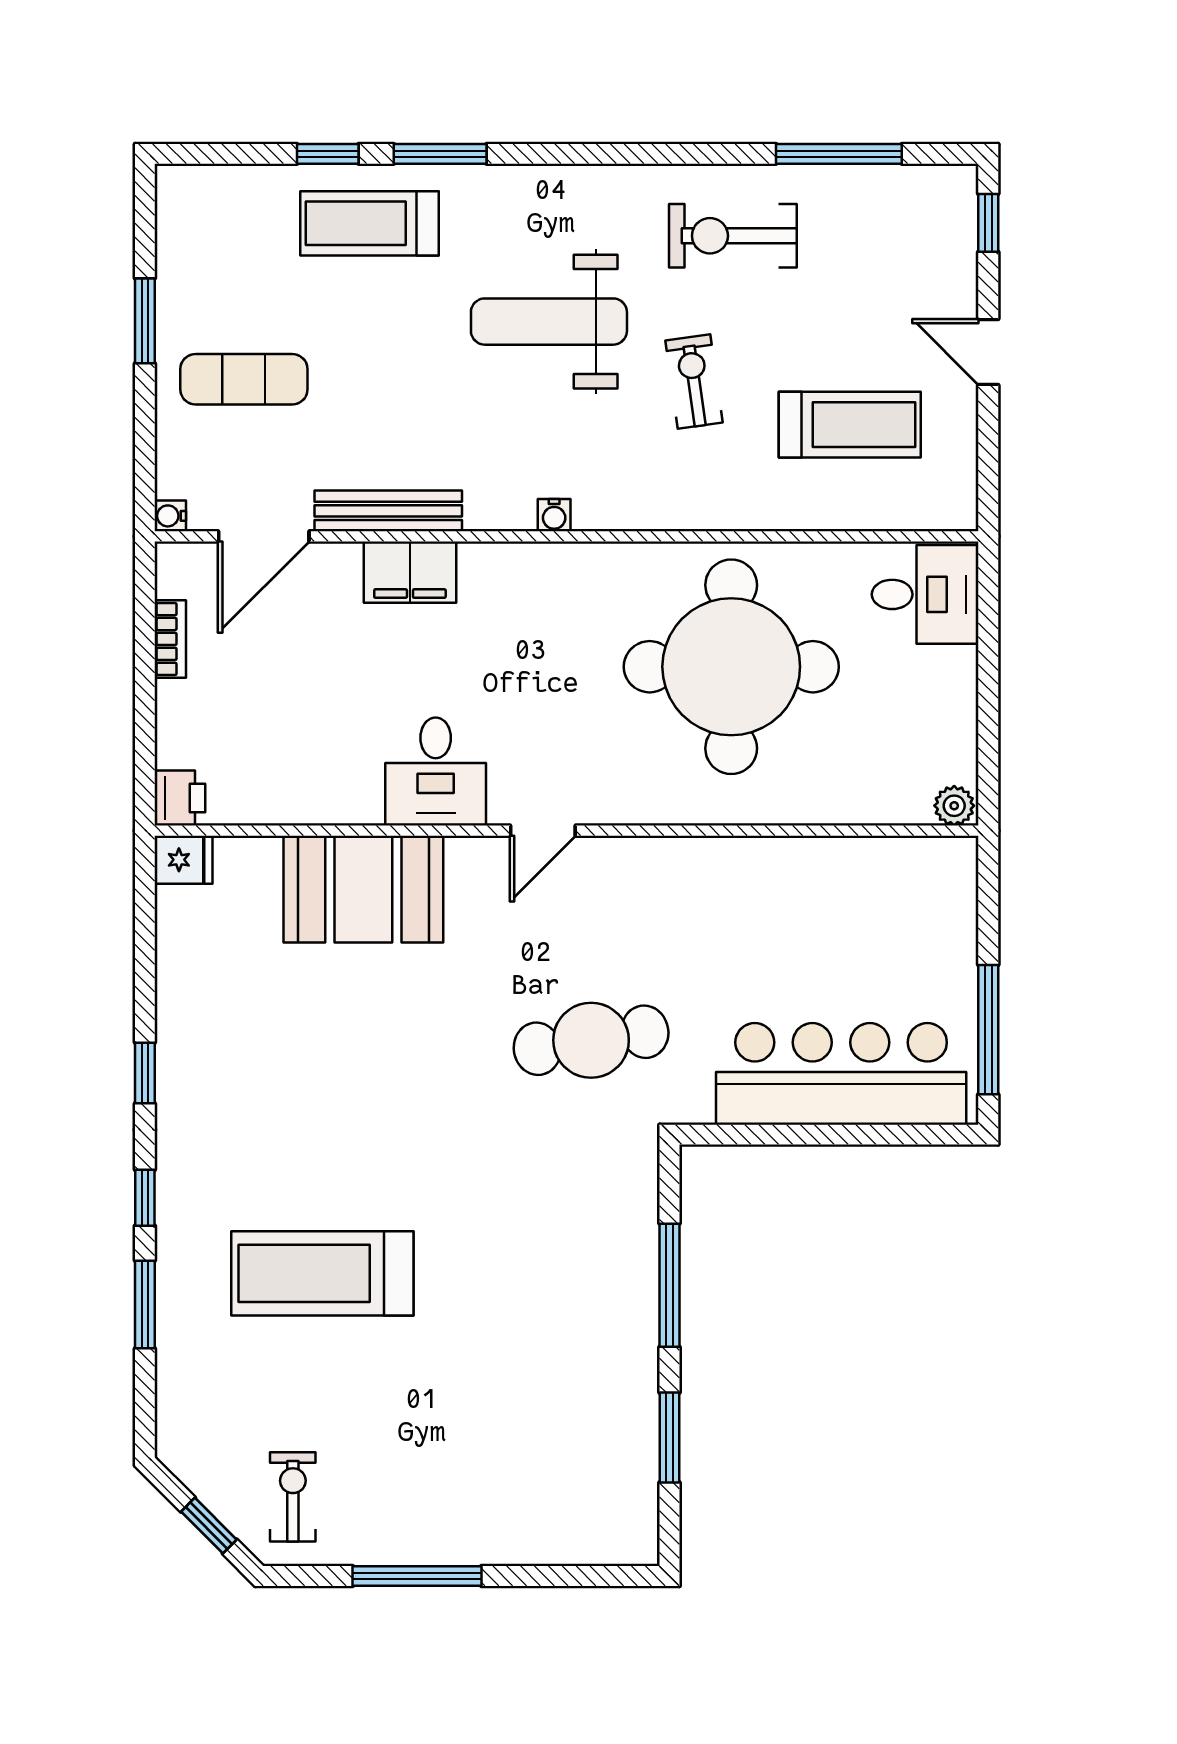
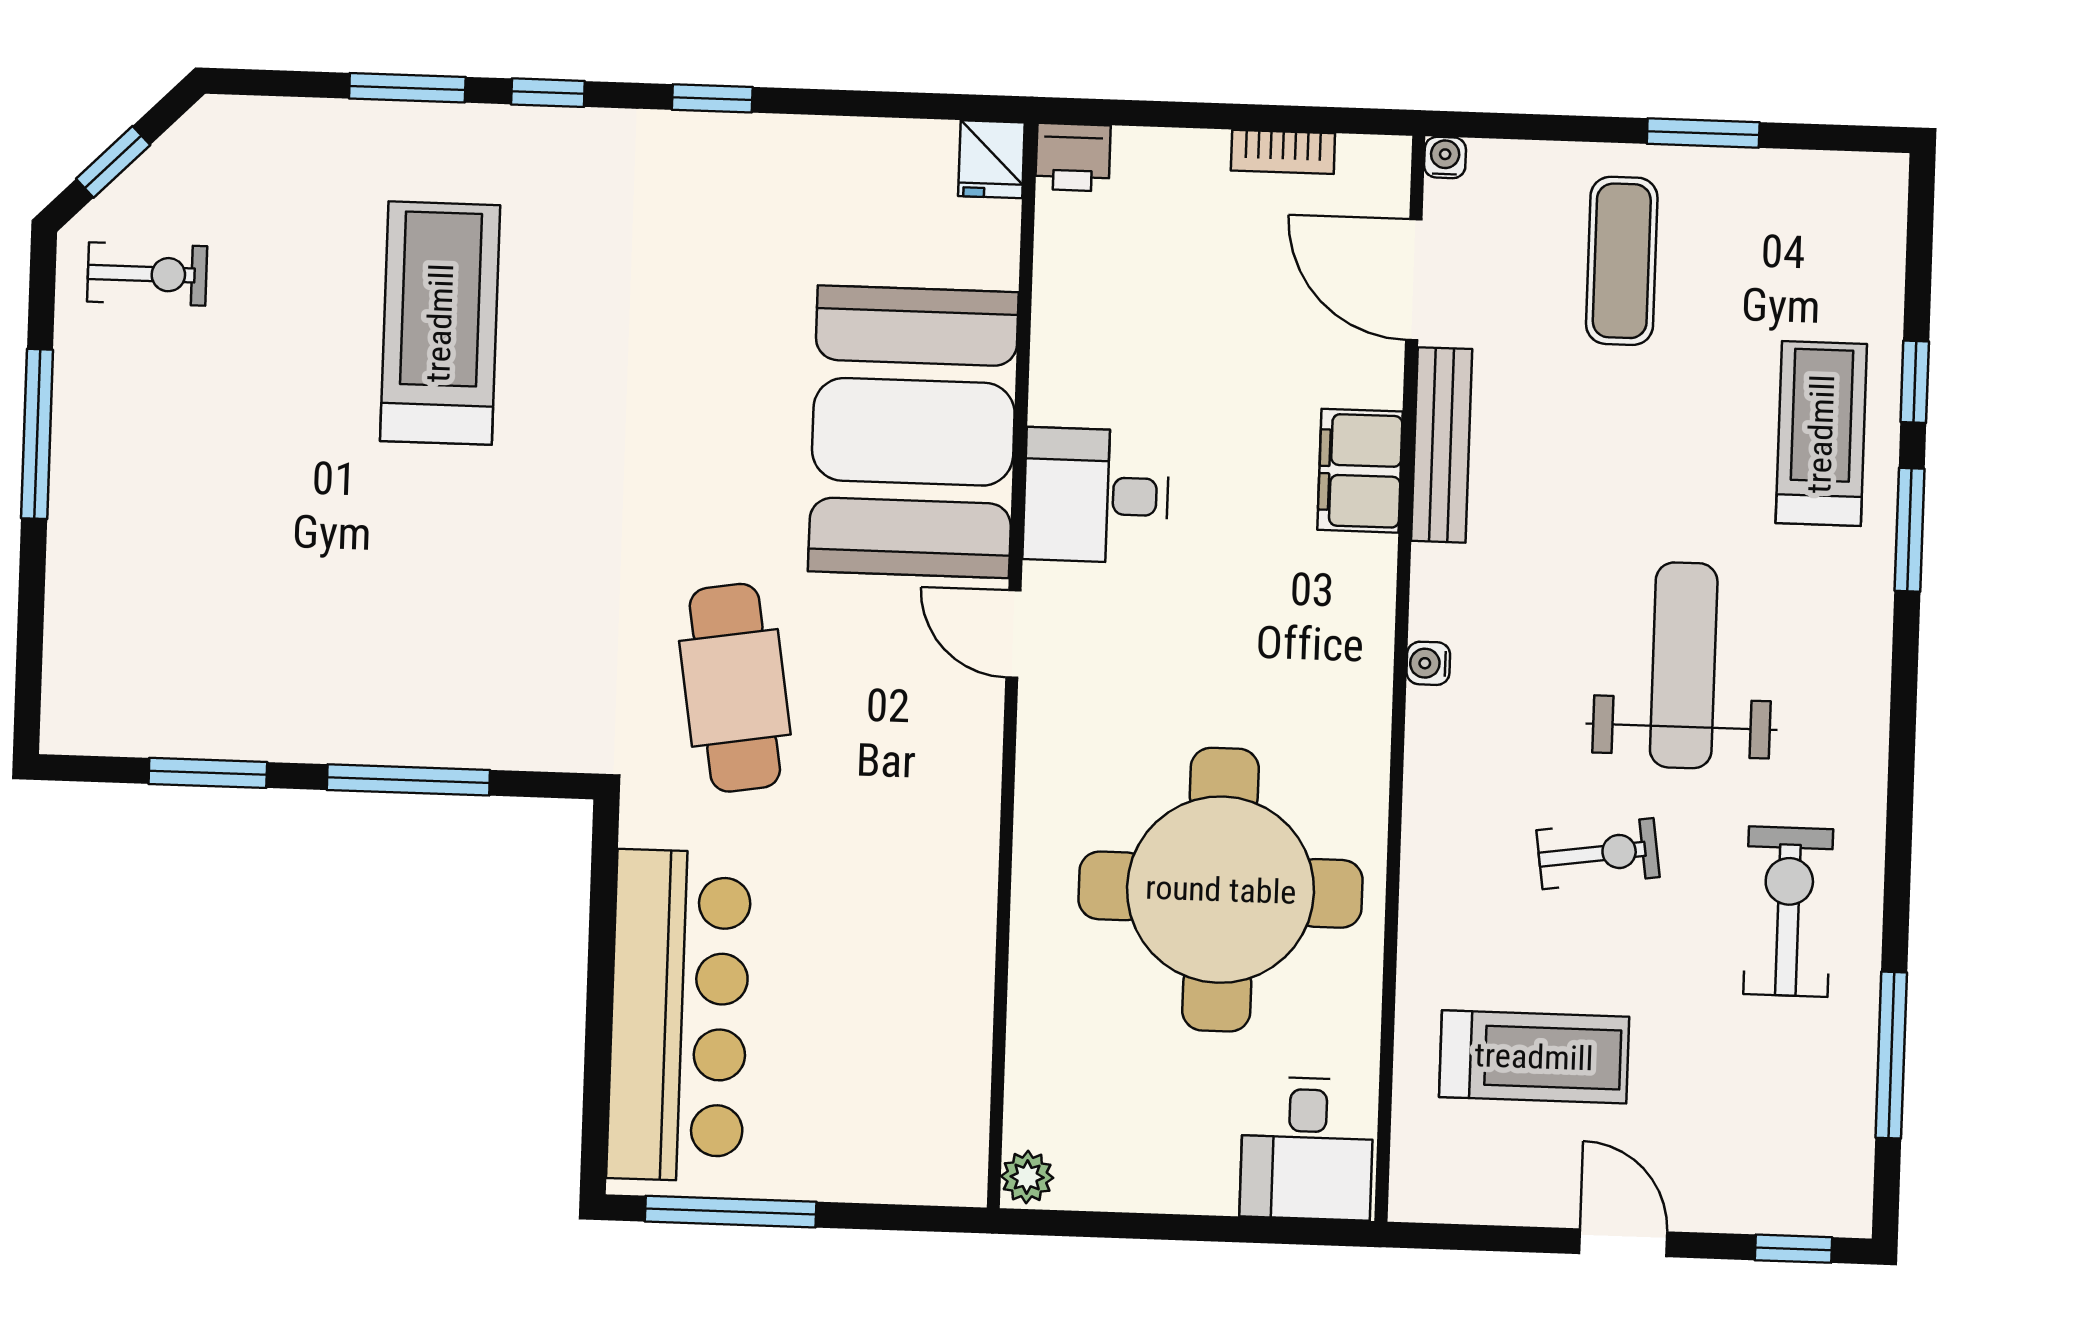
door: (988, 352) -> (1623, 1243), hinge flipped
treadmill: (850, 425) -> (1534, 1057), turned -90
booth: (363, 889) -> (913, 432), width x1.36, depth x1.42

